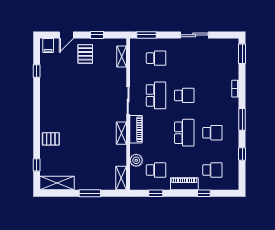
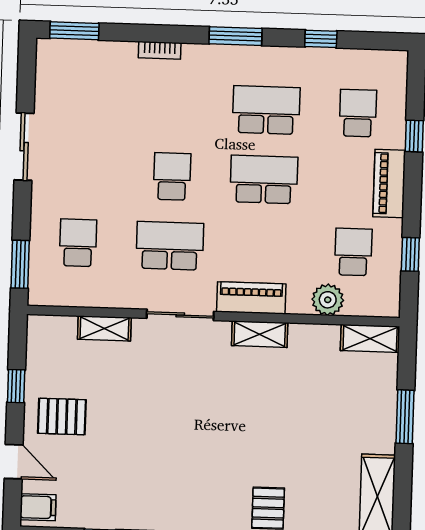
shelving: (122, 57) -> (104, 328), moved
school desk: (212, 133) -> (266, 110), width x1.85

